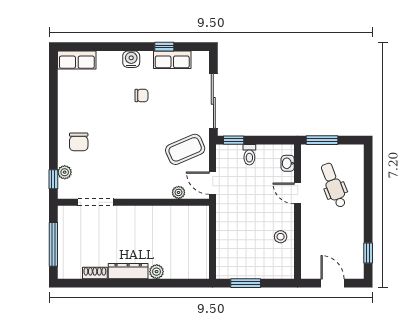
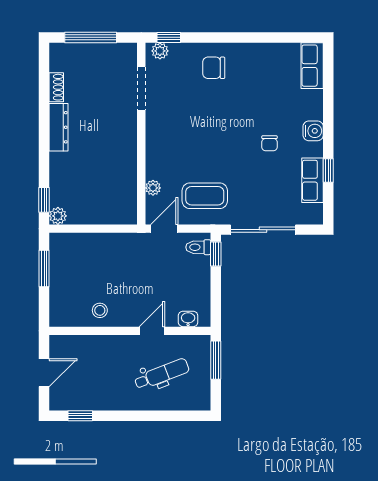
coffee table: (185, 149) -> (205, 196), turned -67
toilet: (249, 155) -> (198, 247), moved
plant: (65, 172) -> (160, 51), moved
plant: (157, 272) -> (58, 216), moved
window: (189, 283) -> (44, 200), added

